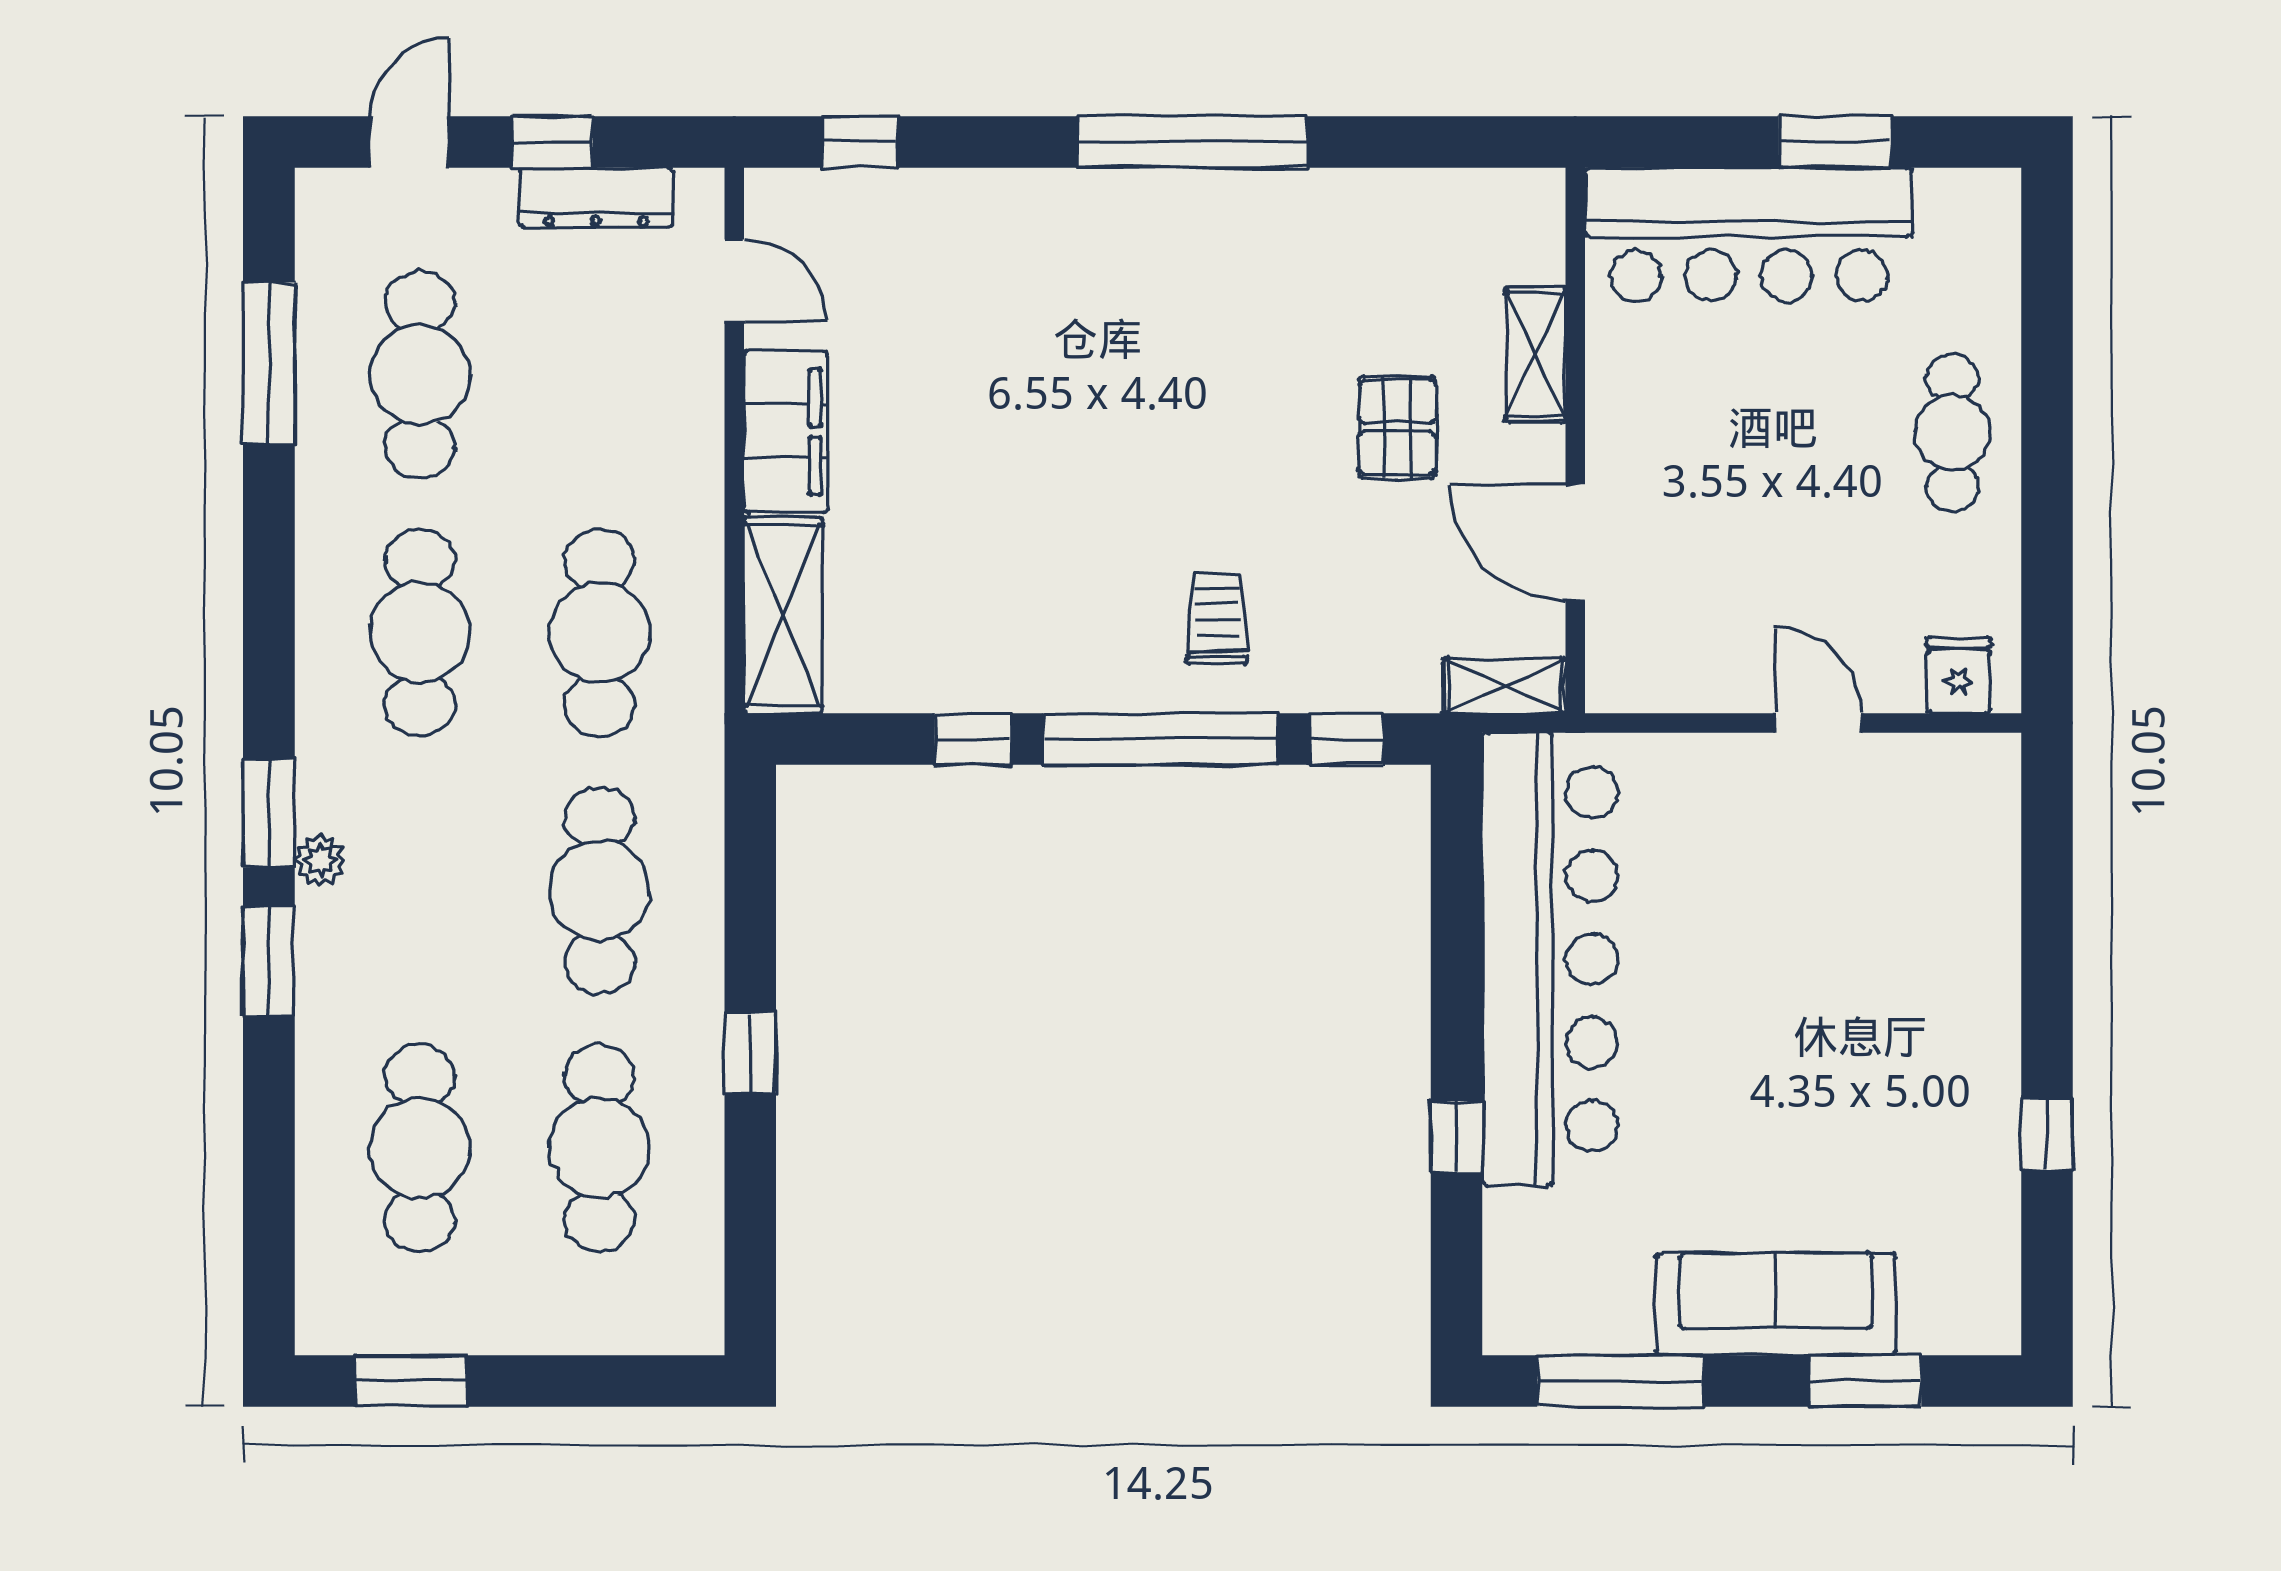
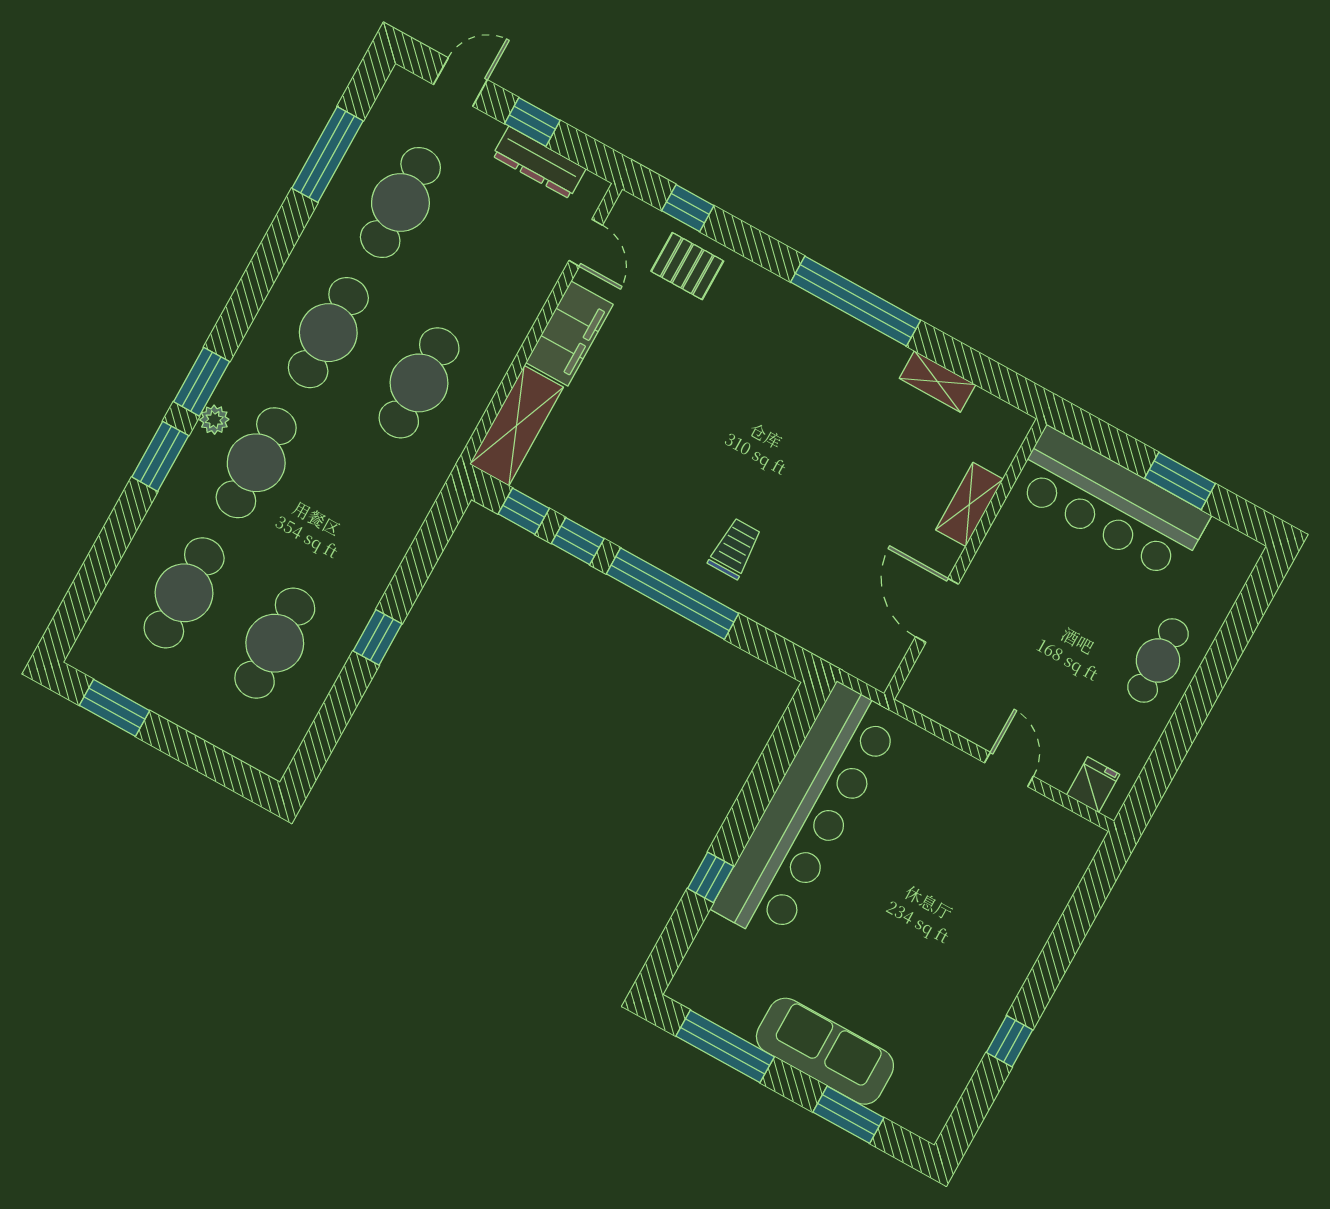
pallet: (1397, 427) -> (687, 266), moved, turned 90
shelving: (1505, 686) -> (937, 381), moved
window: (1346, 739) -> (524, 511), moved
cafe table: (599, 890) -> (256, 463), moved

